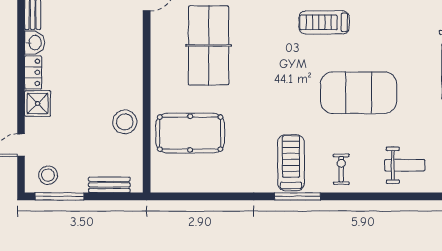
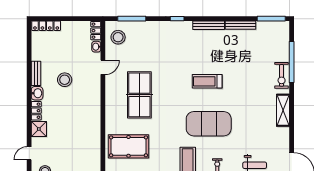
exercise mat: (359, 93) -> (209, 124), moved
stool: (125, 122) -> (65, 80), moved

